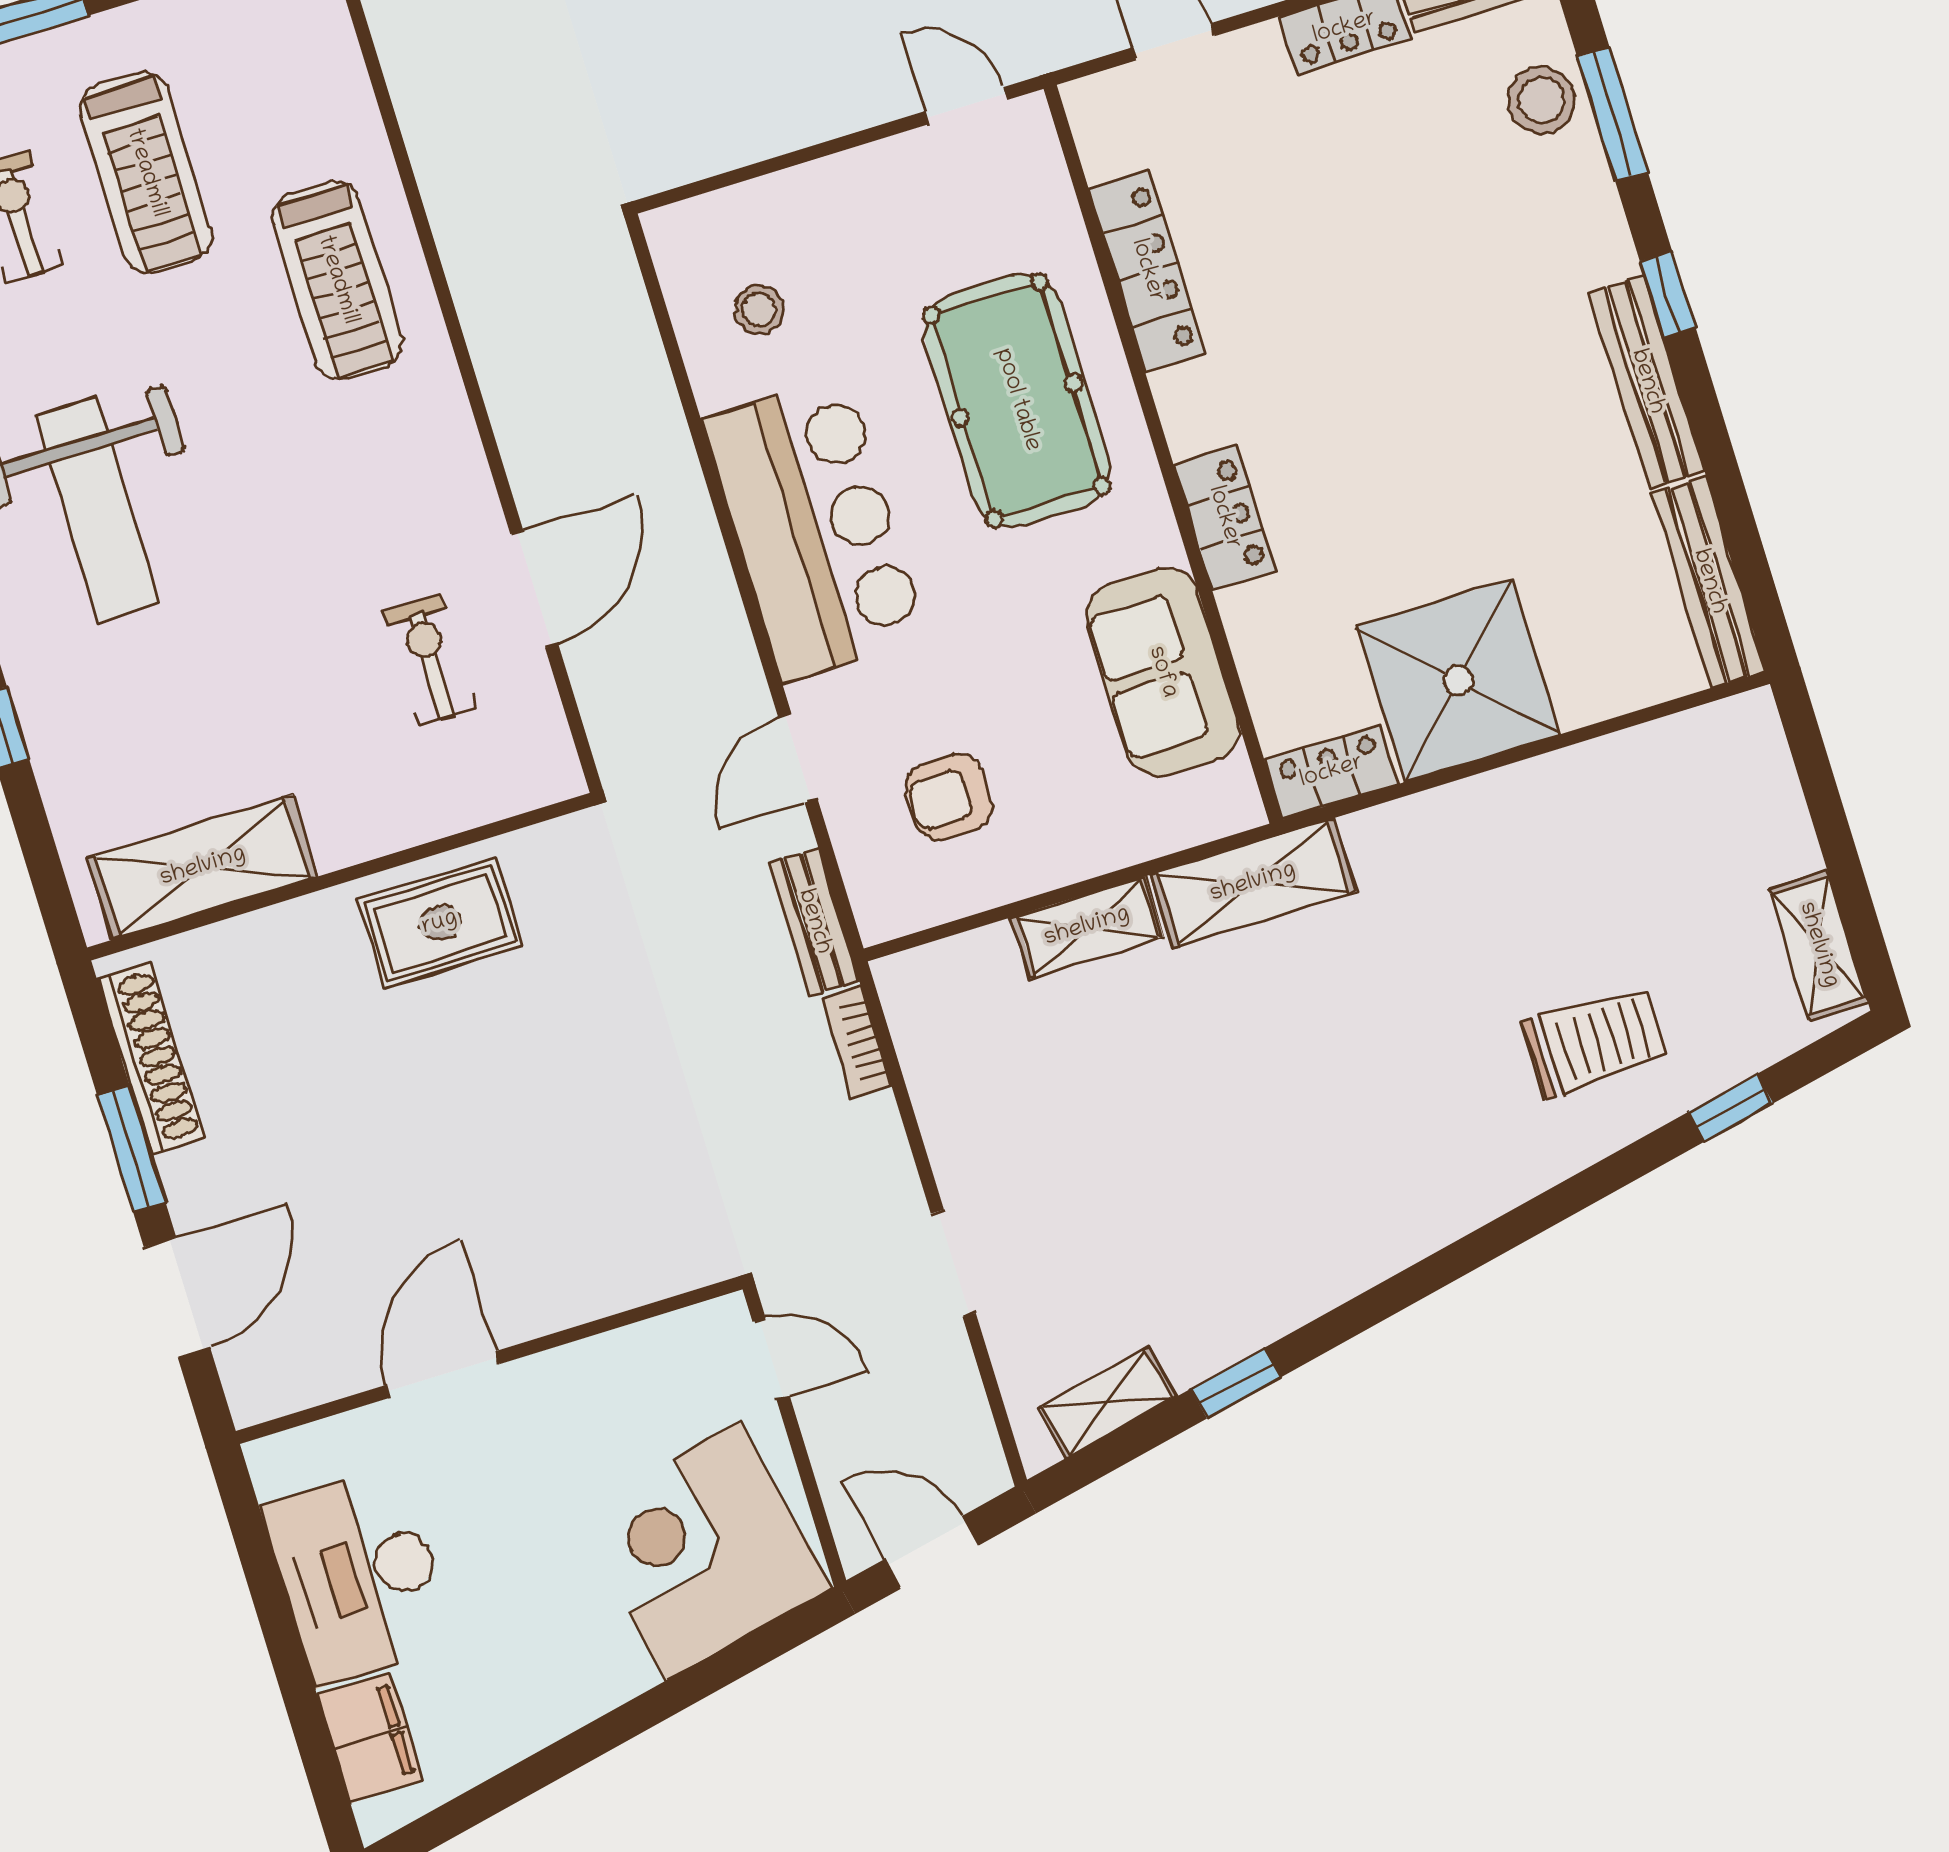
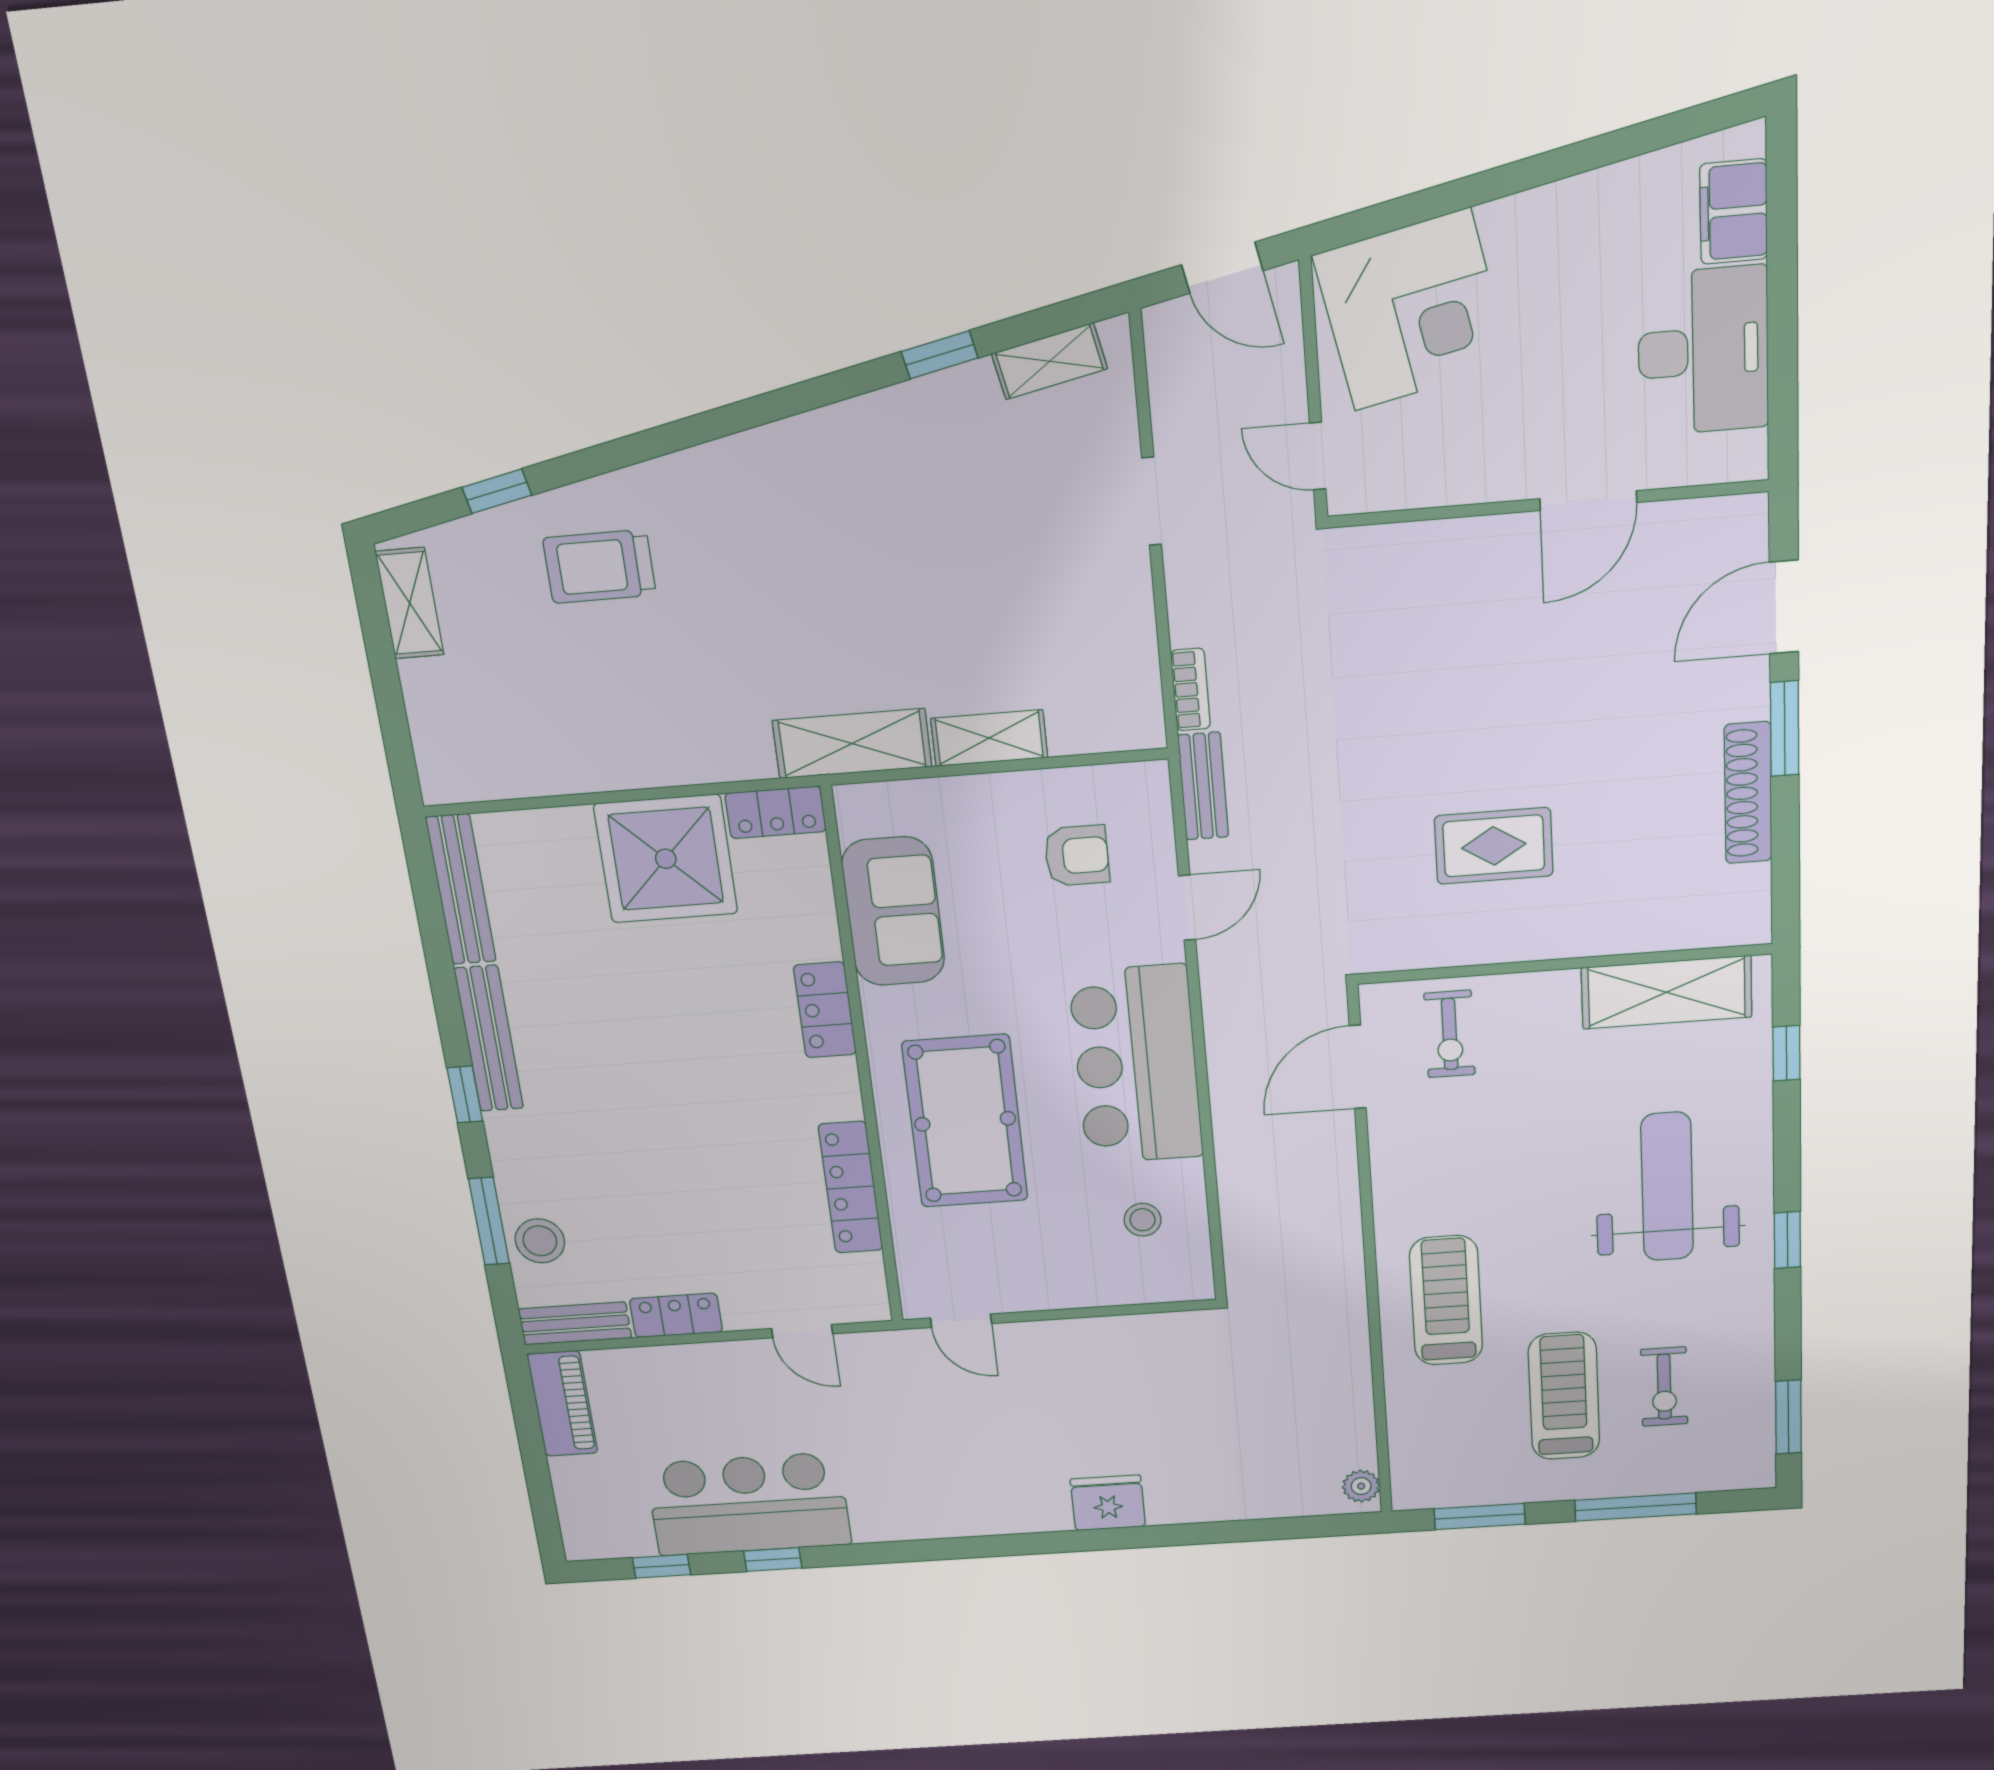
shelving: (203, 867) -> (1667, 992), moved
wall: (340, 877) -> (1564, 964), moved

